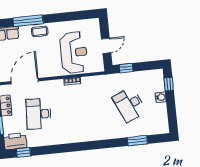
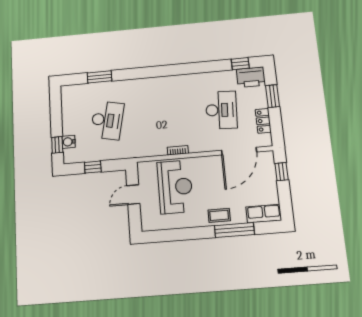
reception desk: (74, 52) -> (175, 187), turned 180
window: (126, 68) -> (93, 167), moved
water cooler: (161, 97) -> (69, 142), moved
desk: (129, 105) -> (107, 120), turned 36

